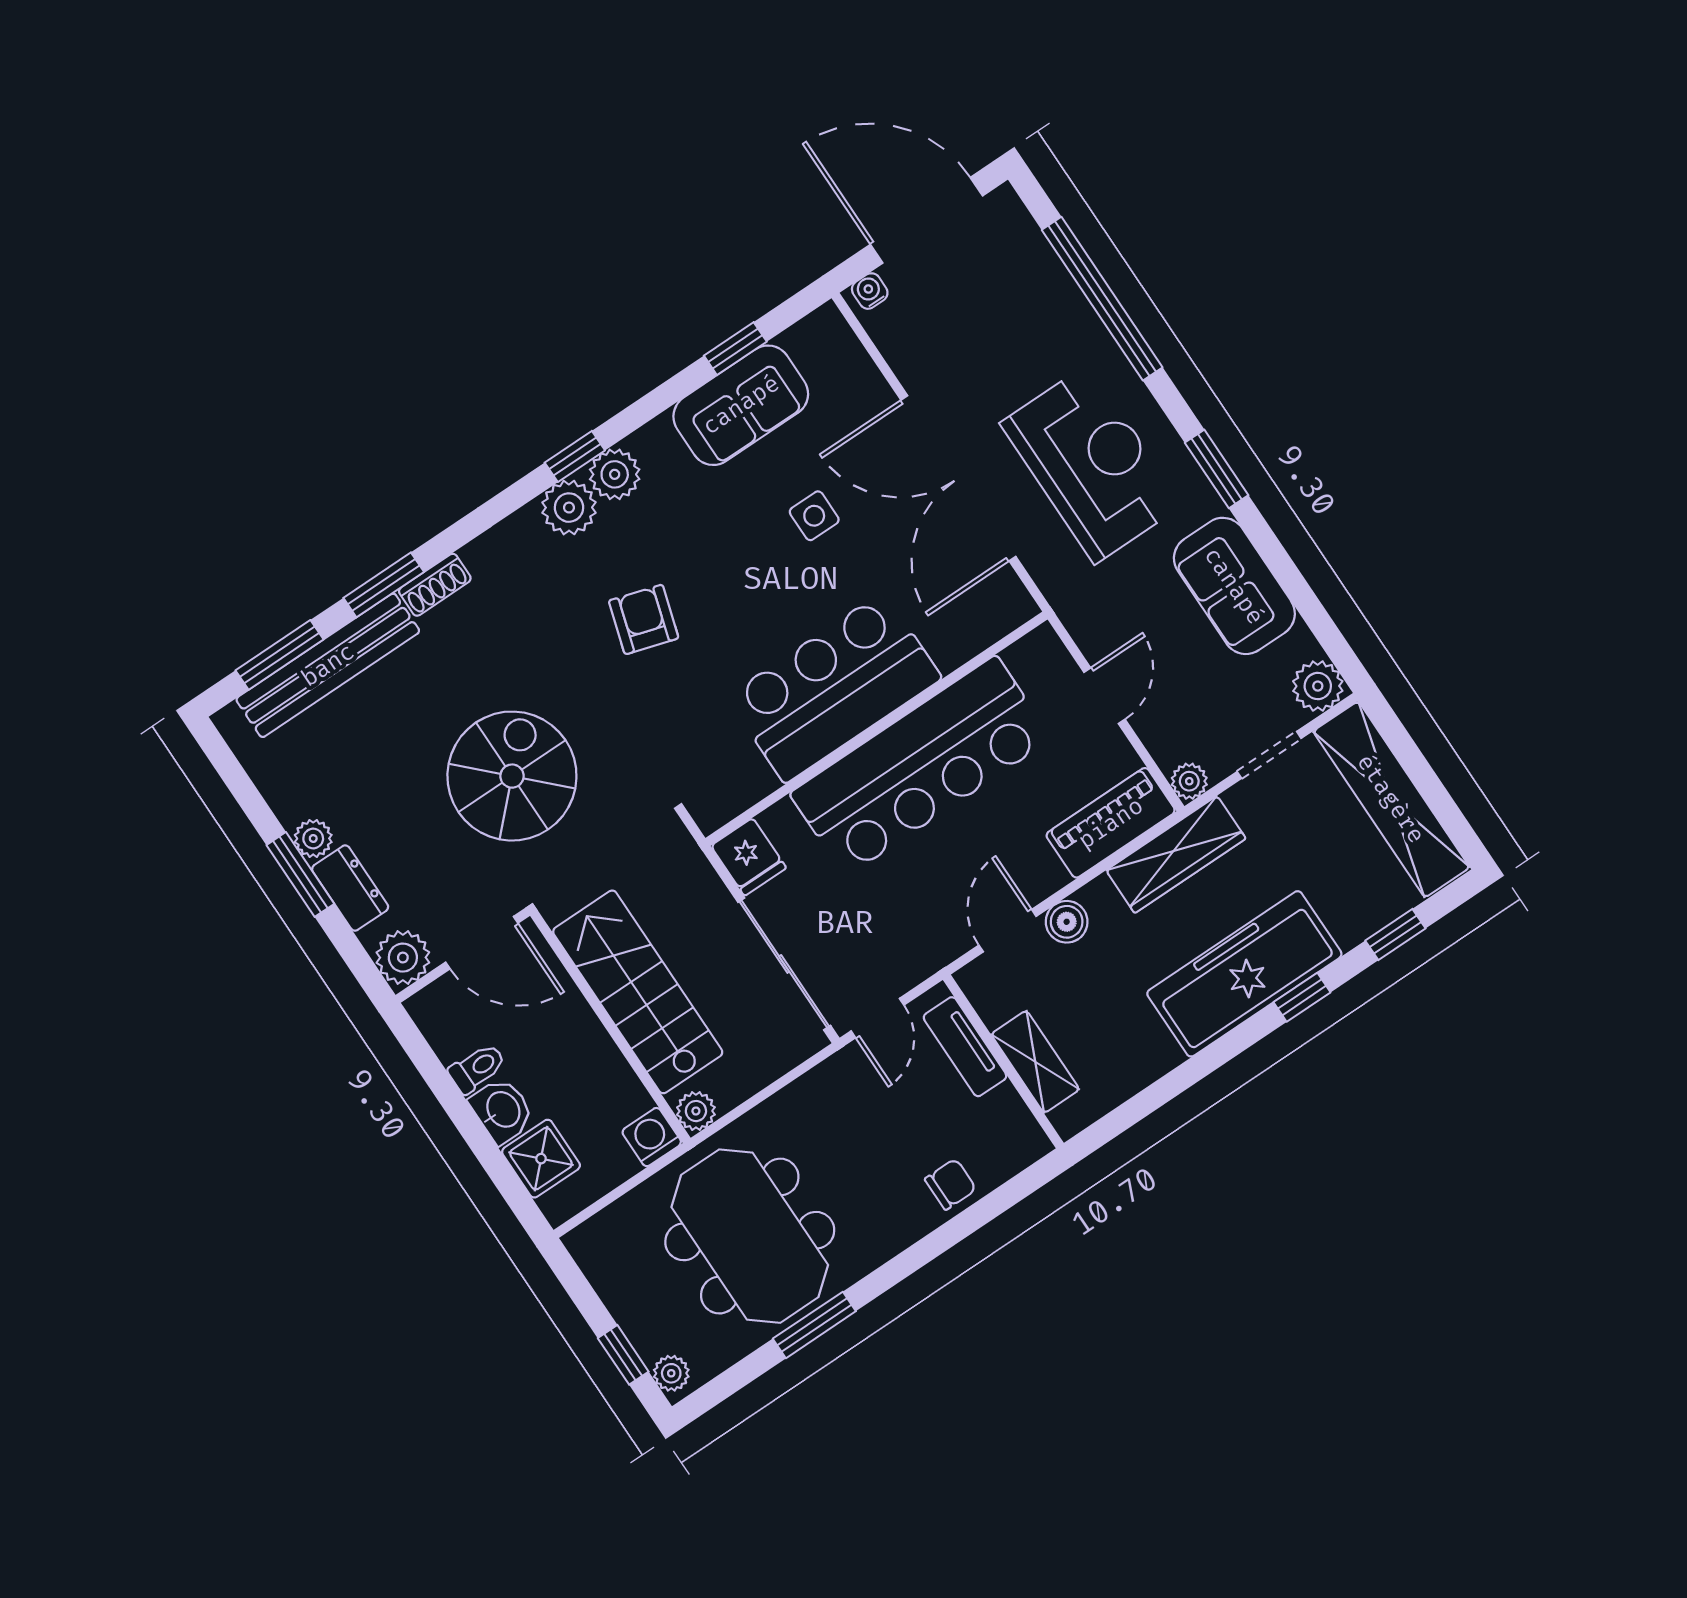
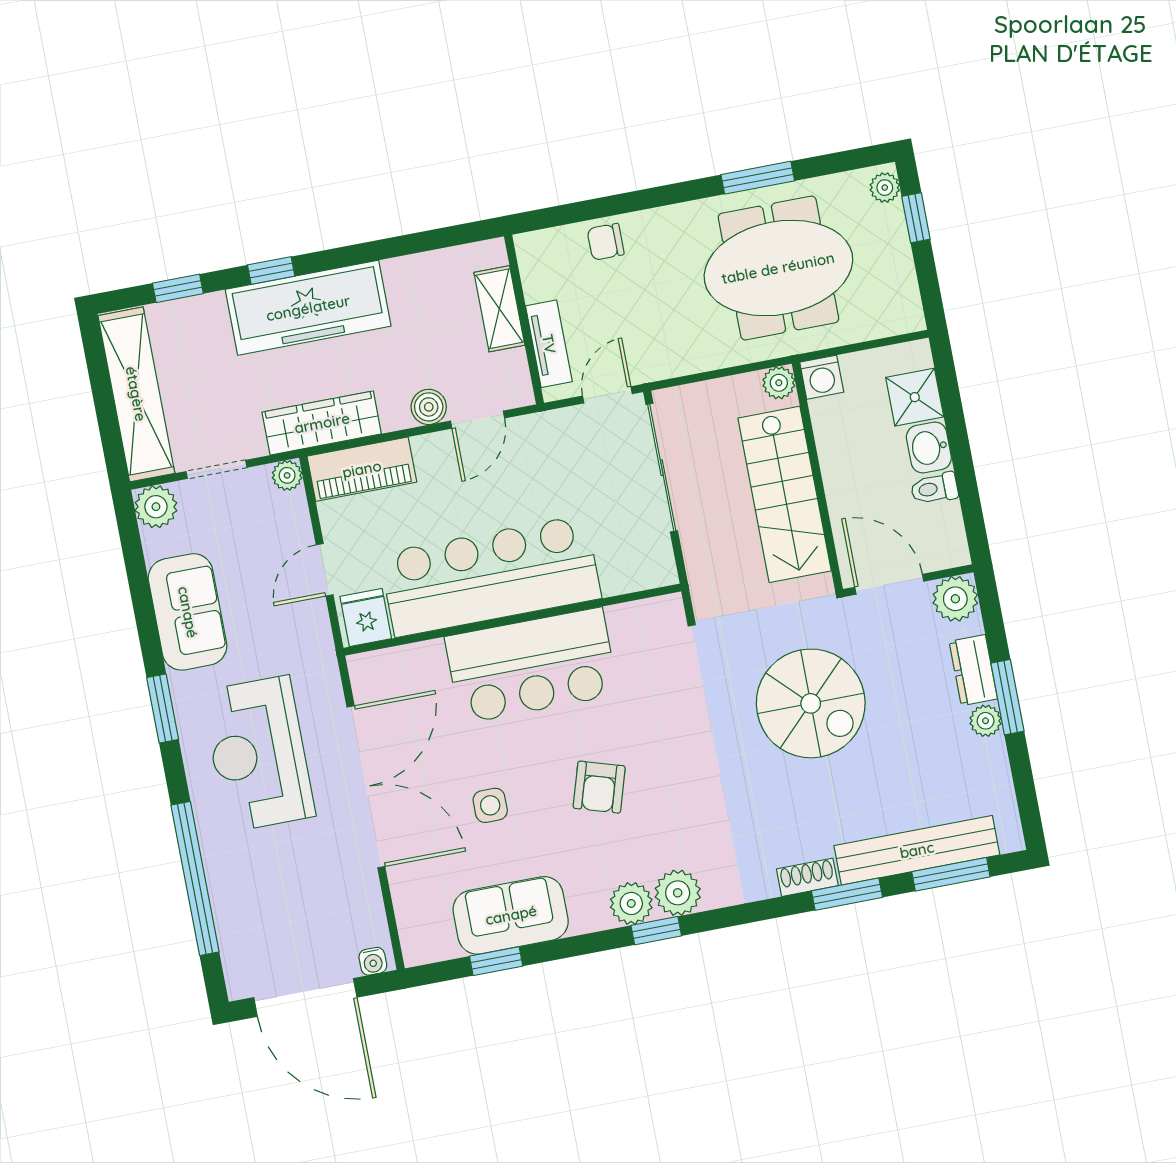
armchair: (644, 619) -> (599, 787), moved
spiral stairs: (512, 776) -> (811, 703), turned -90
fridge: (749, 857) -> (366, 617), moved
meeting table: (750, 1236) -> (778, 268), turned 90

